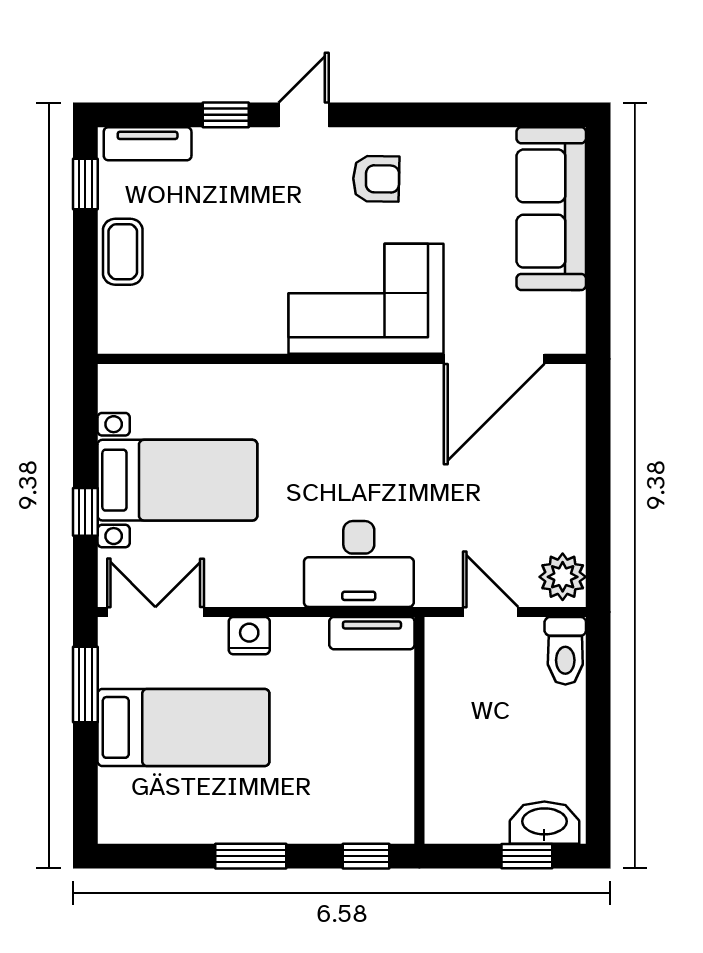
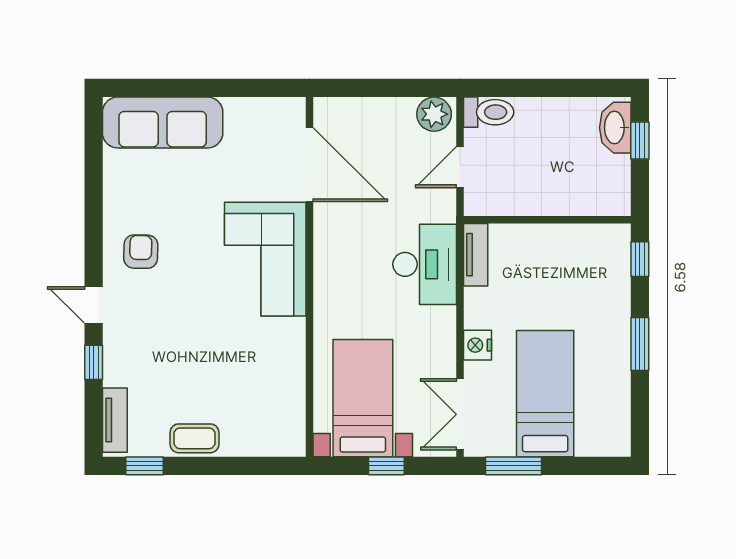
corner sofa: (366, 299) -> (265, 259), moved
wall: (342, 359) -> (310, 277), moved
door: (494, 359) -> (310, 165), moved

